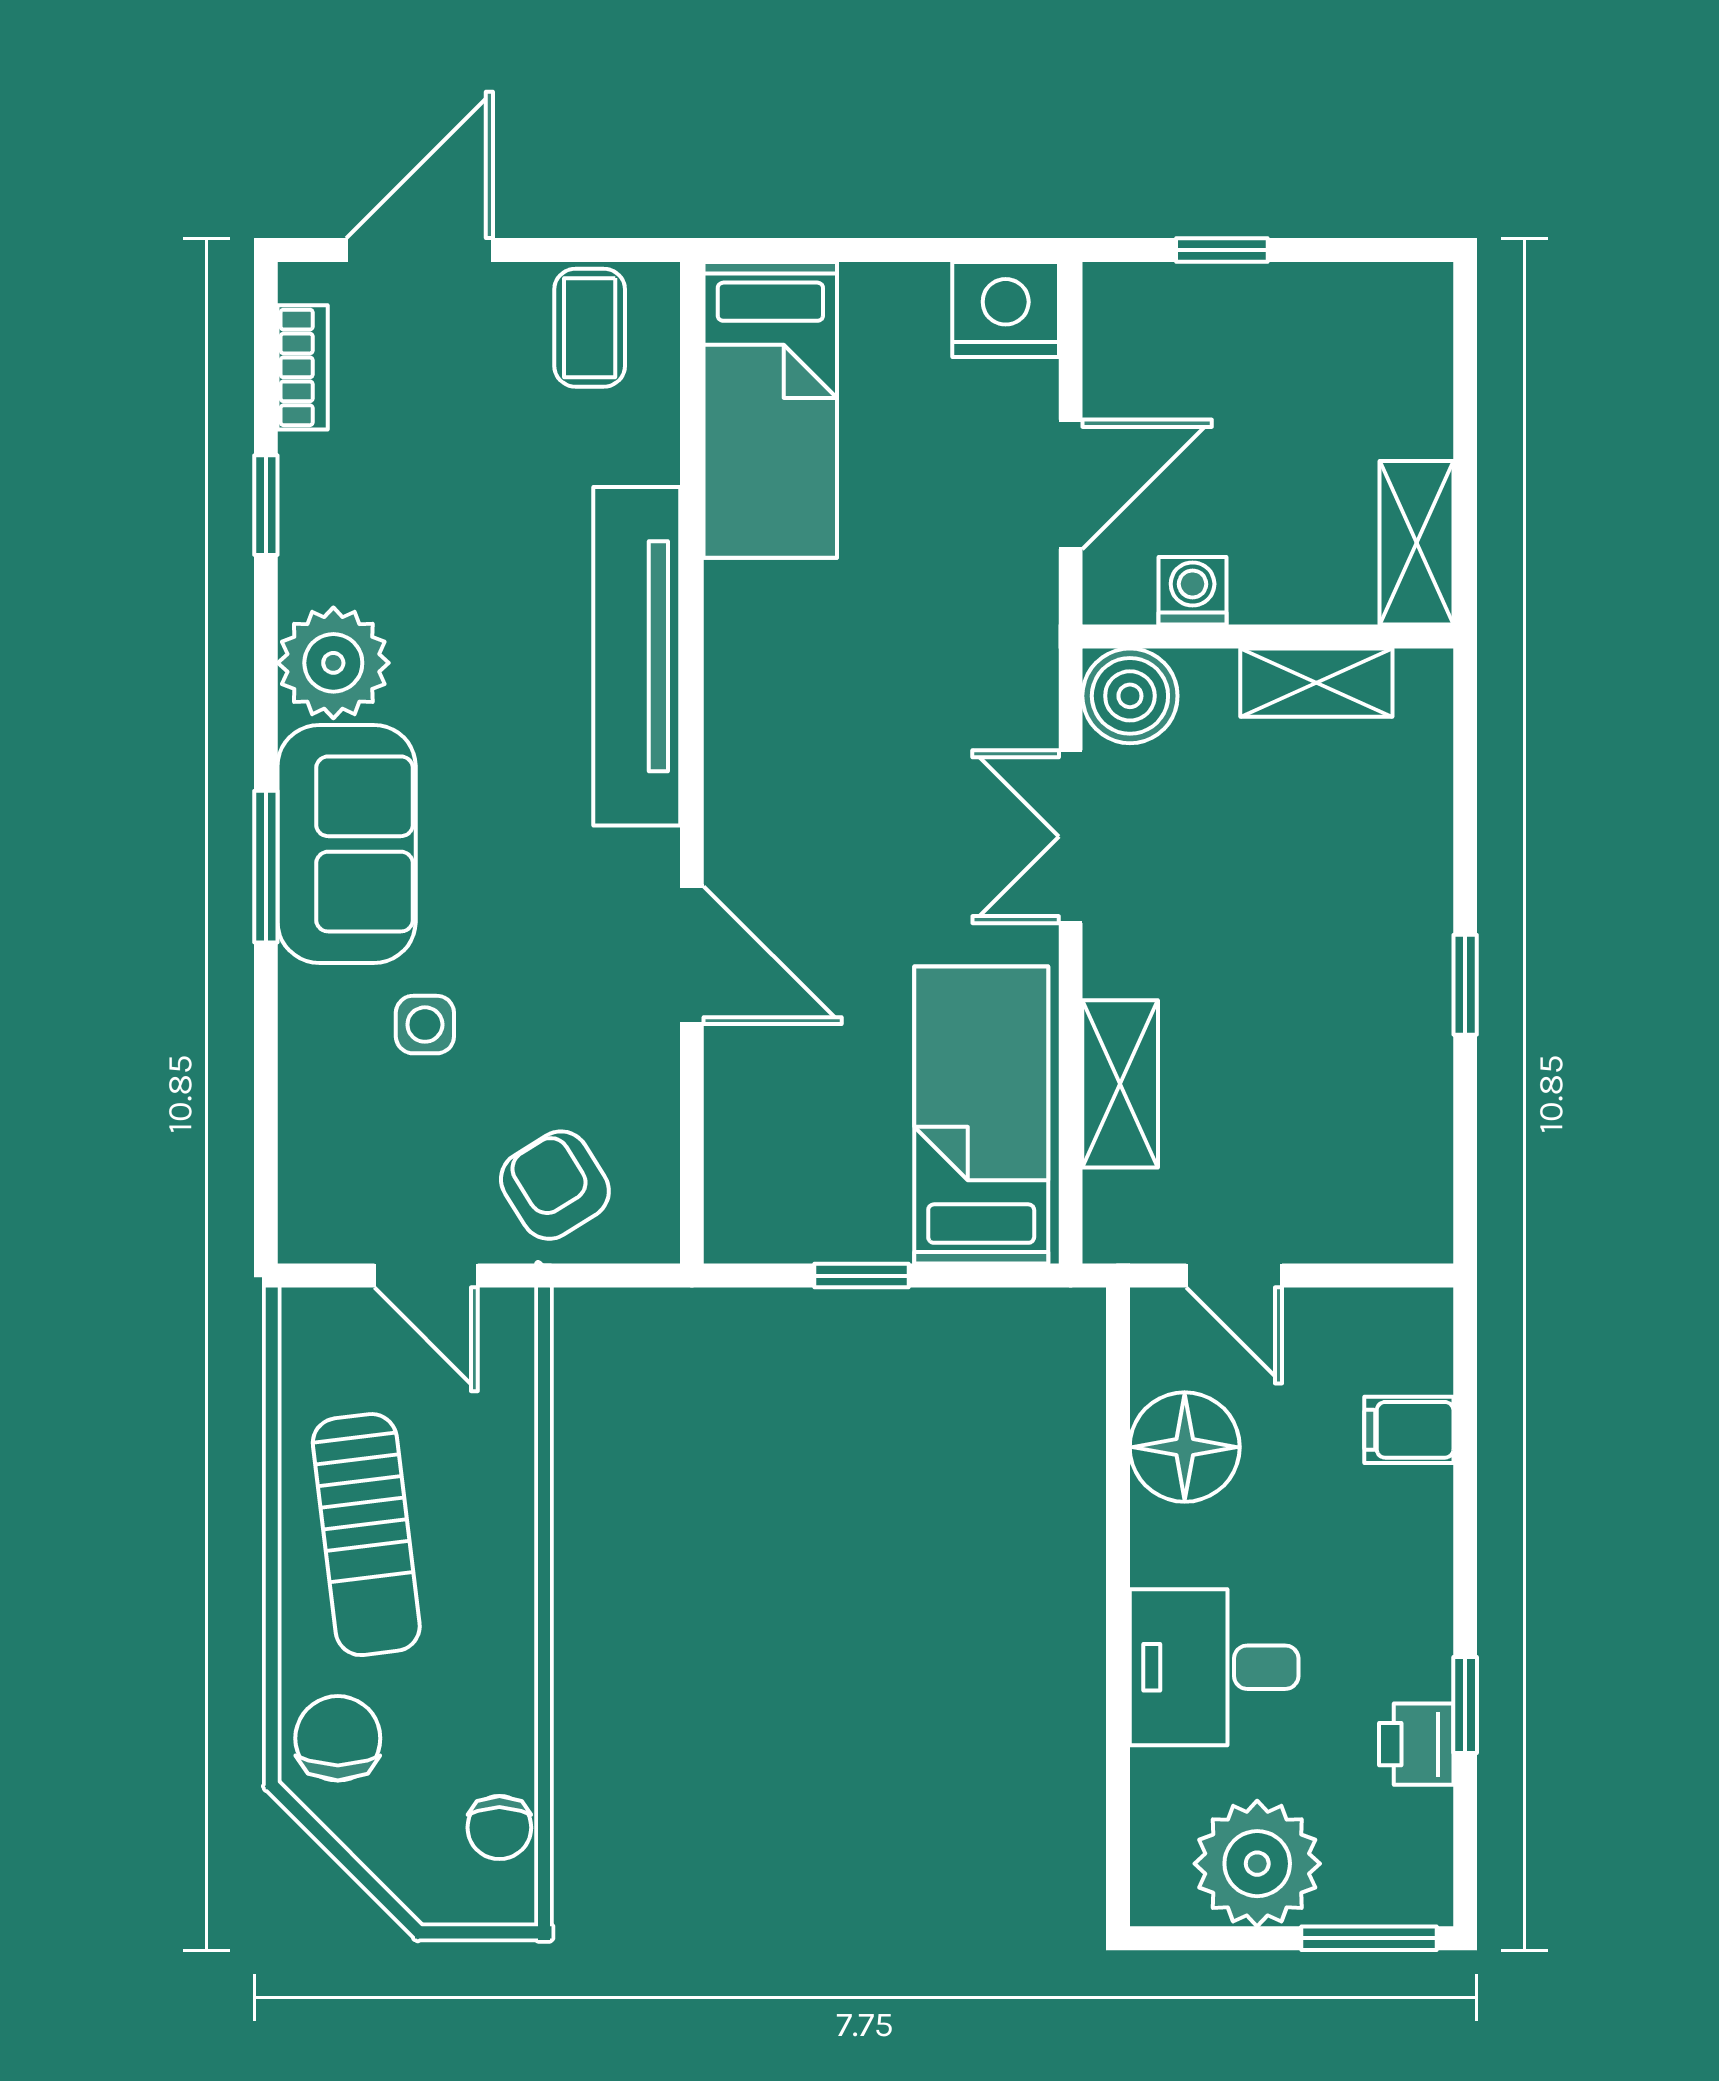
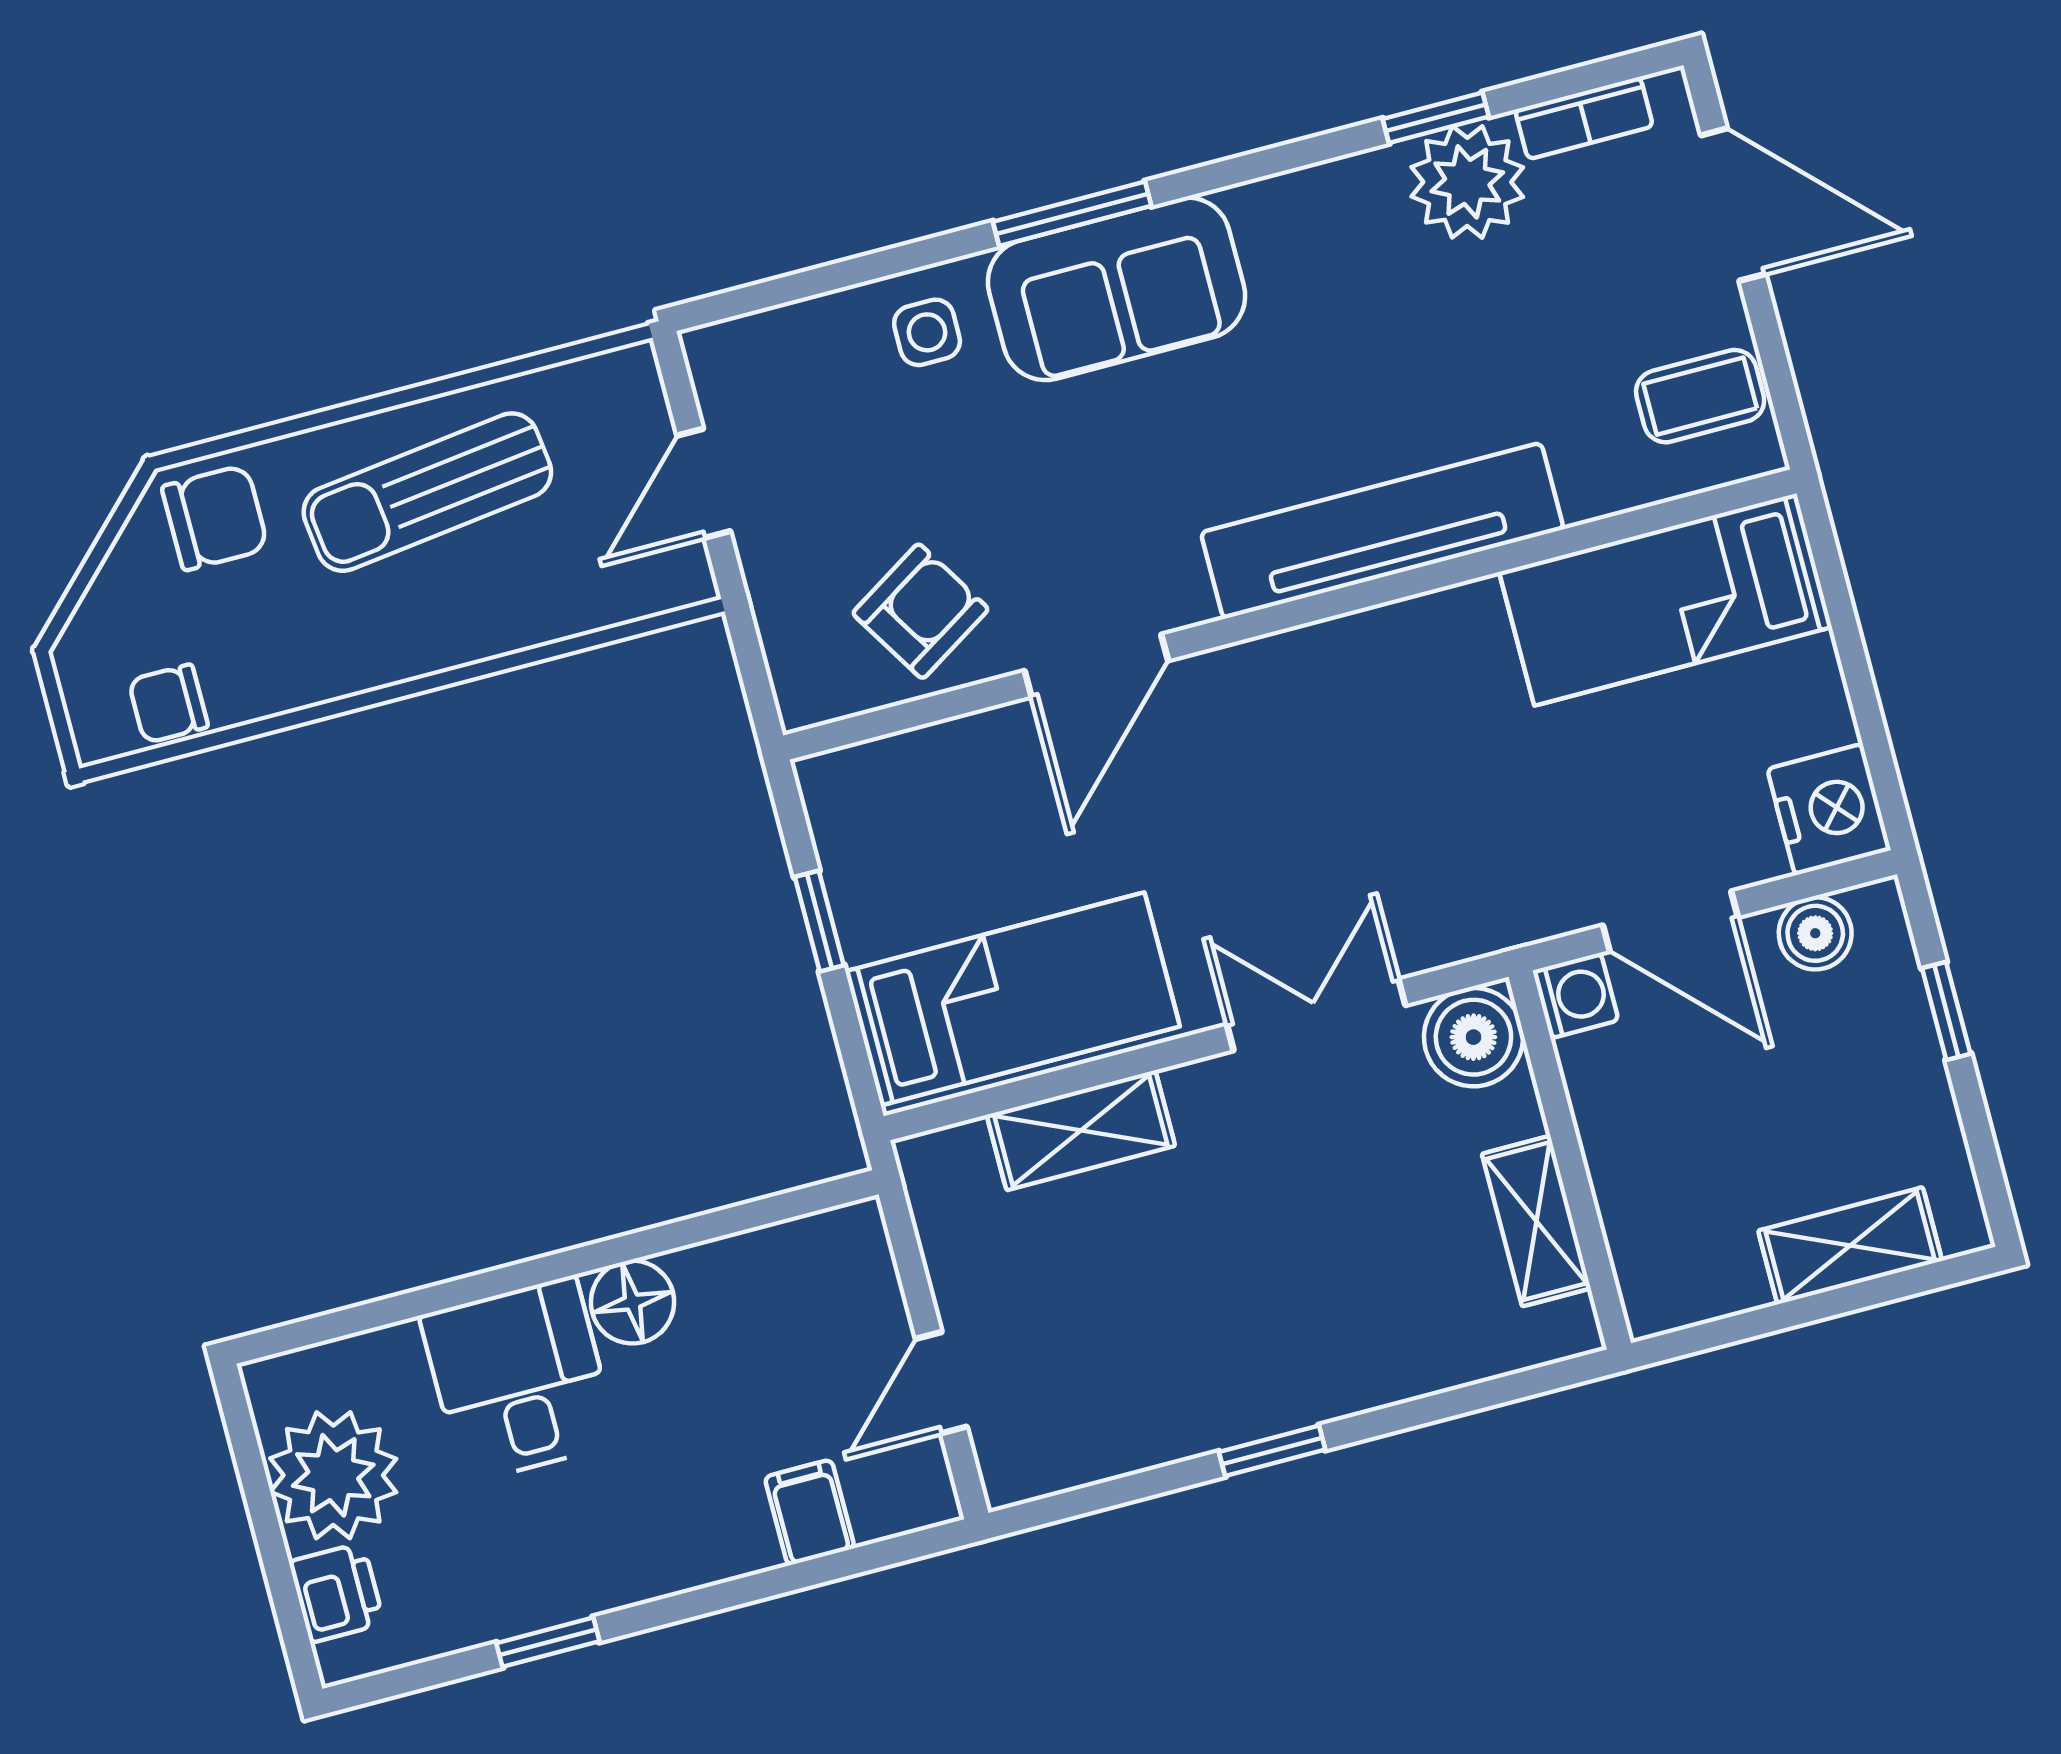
boiler: (1117, 353) -> (1815, 933), added
shelving: (1416, 543) -> (1850, 1246), moved
washing machine: (1193, 591) -> (1576, 996), moved
plant: (333, 663) -> (1467, 182), moved
side table: (425, 1025) -> (927, 332), moved
armchair: (555, 1185) -> (920, 611), moved
door: (1234, 1276) -> (941, 1383), moved
floor lamp: (1185, 1447) -> (632, 1302), moved, width x0.73, depth x0.73
printer: (1416, 1744) -> (336, 1593), moved, turned 90
window: (1369, 1938) -> (288, 1607), removed

